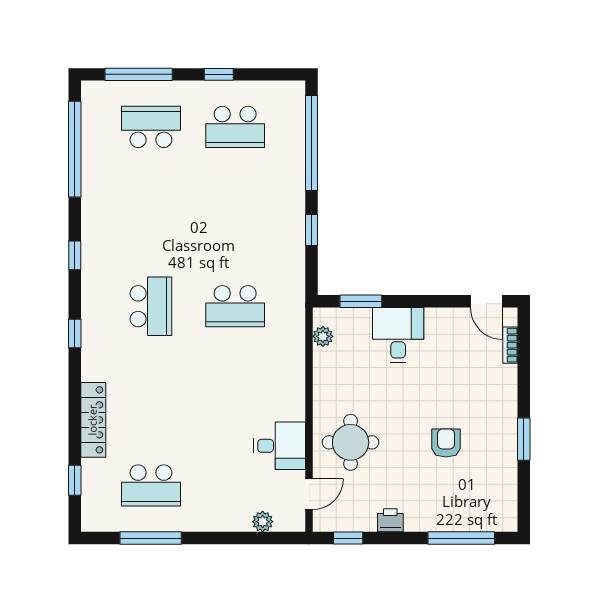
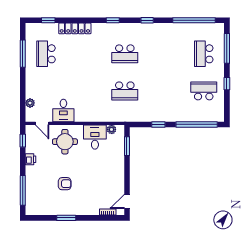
school desk: (151, 127) -> (204, 54), turned 180
school desk: (235, 127) -> (204, 91), turned 90
school desk: (235, 306) -> (125, 91), turned -90
desk: (398, 335) -> (95, 137), moved, turned -90

